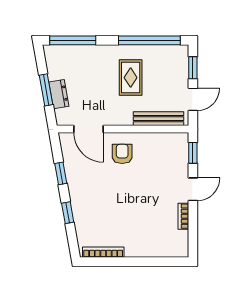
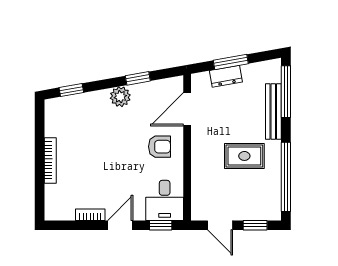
bench: (159, 119) -> (273, 112), moved
desk: (170, 149) -> (165, 200), added
plant: (77, 189) -> (120, 97), added
door: (193, 189) -> (120, 225), swing flipped
window: (68, 213) -> (71, 90), moved
bookcase: (103, 252) -> (50, 160), moved

